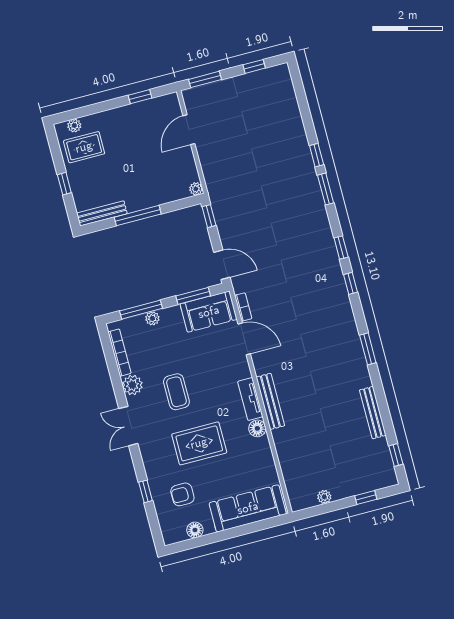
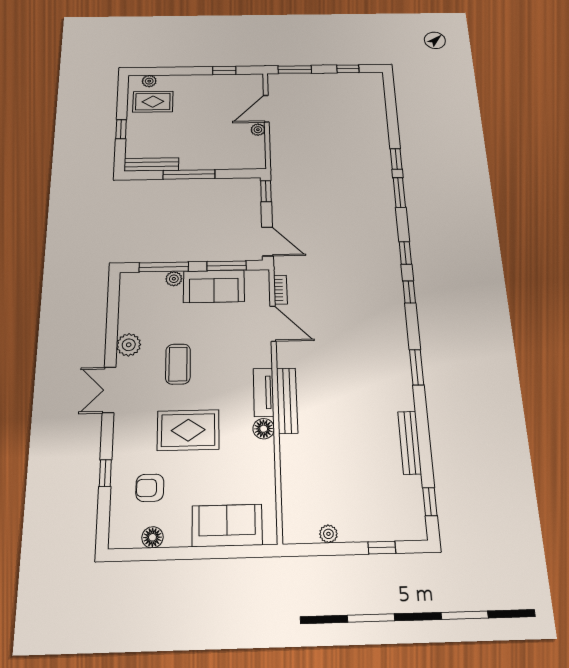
plant: (196, 189) -> (258, 130), moved
sofa: (209, 312) -> (214, 286), moved
bookcase: (120, 353) -> (125, 306), removed
sofa: (248, 508) -> (227, 525), width x0.73

